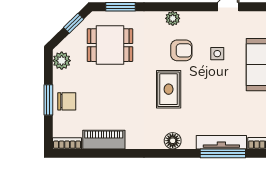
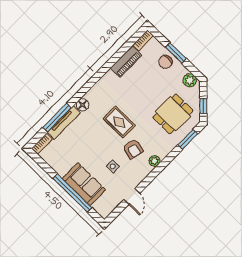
armchair: (181, 50) -> (133, 149), turned -76
floor lamp: (173, 141) -> (82, 105), moved

